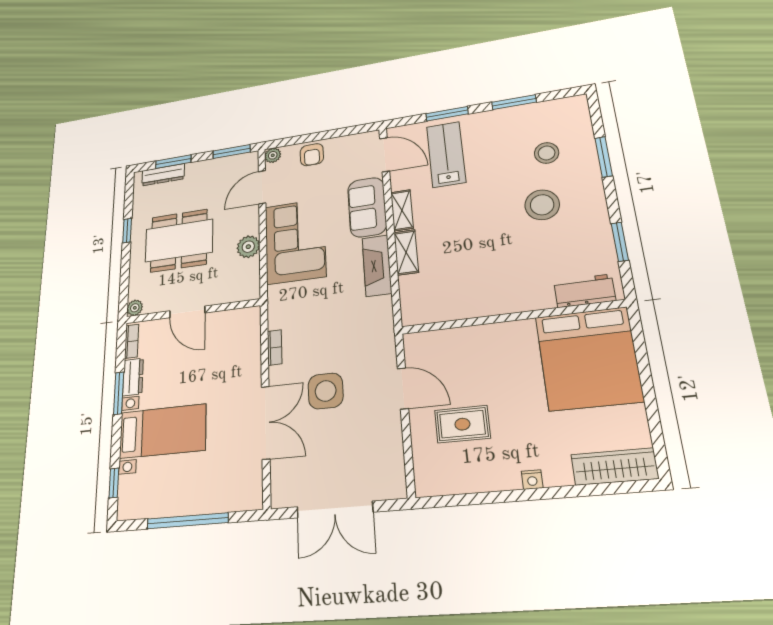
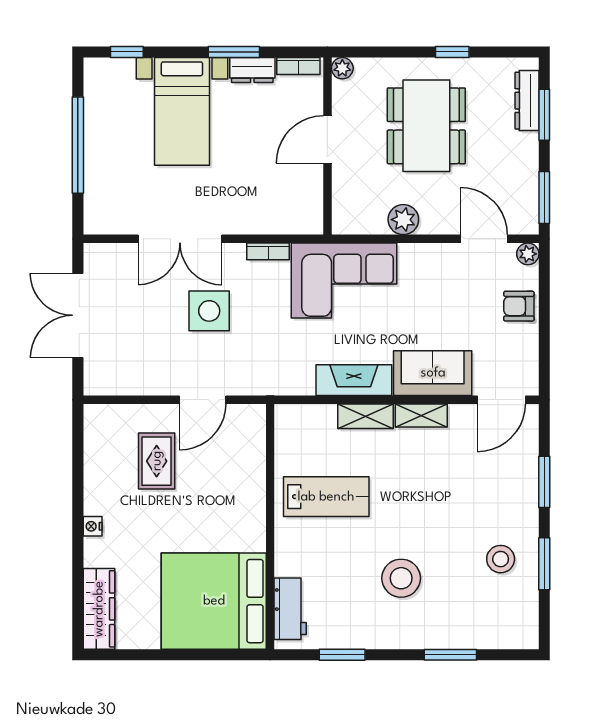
stool: (547, 153) -> (501, 559), moved
lab bench: (446, 154) -> (326, 497), moved
corner sofa: (295, 241) -> (344, 280), moved

